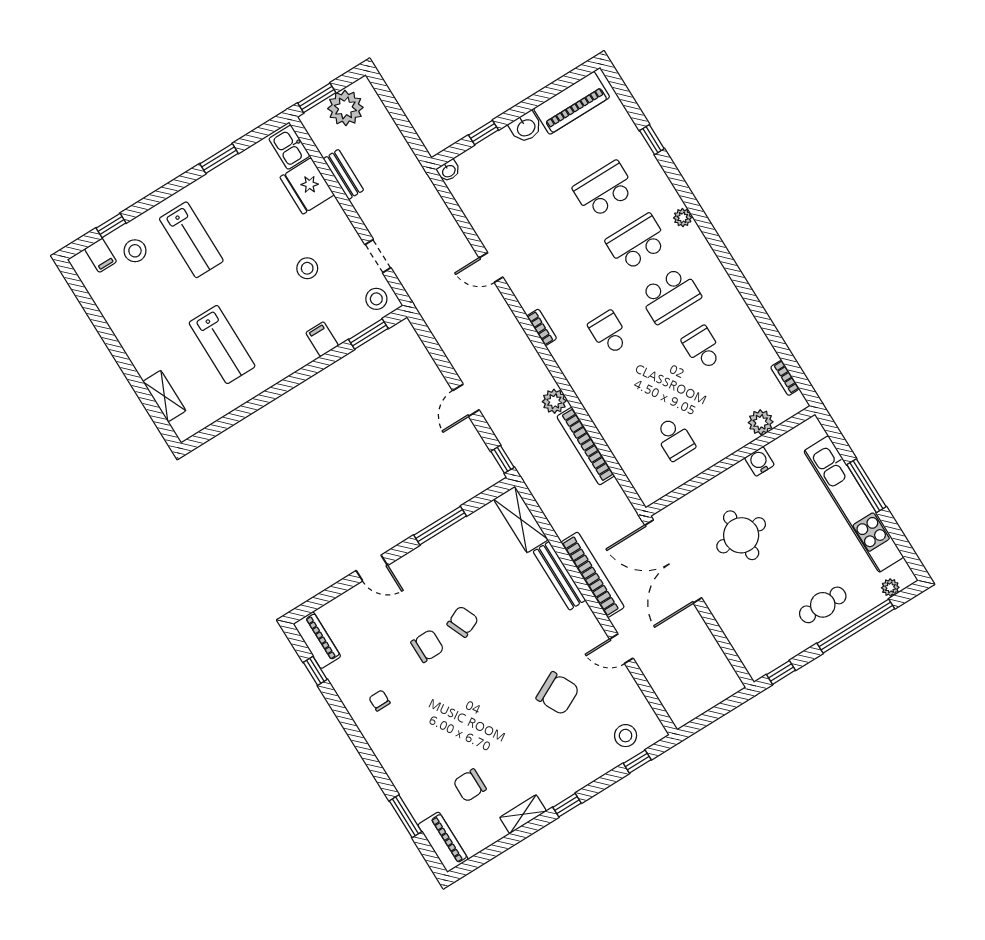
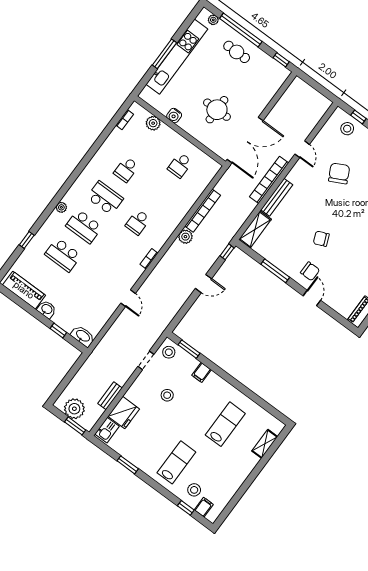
washbasin: (449, 171) -> (83, 336), width x1.91, depth x1.45
school desk: (674, 439) -> (180, 165), turned 180
chair: (427, 646) -> (310, 271), moved, turned 180

